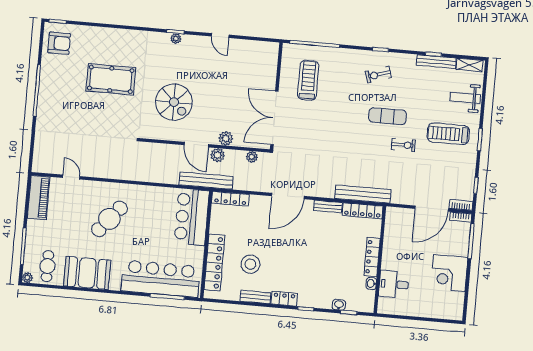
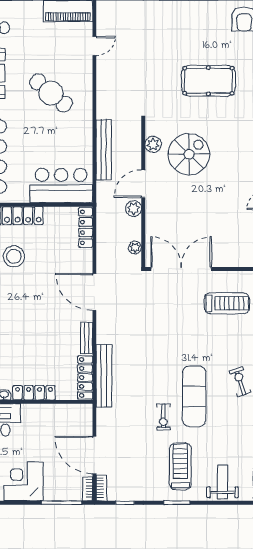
pool table: (111, 79) -> (208, 81), turned 90
spiral stairs: (174, 102) -> (189, 154), turned 180
exercise mat: (388, 116) -> (194, 396), width x1.36, depth x1.45
plant: (226, 138) -> (153, 144), moved
bench: (206, 181) -> (104, 150), moved

